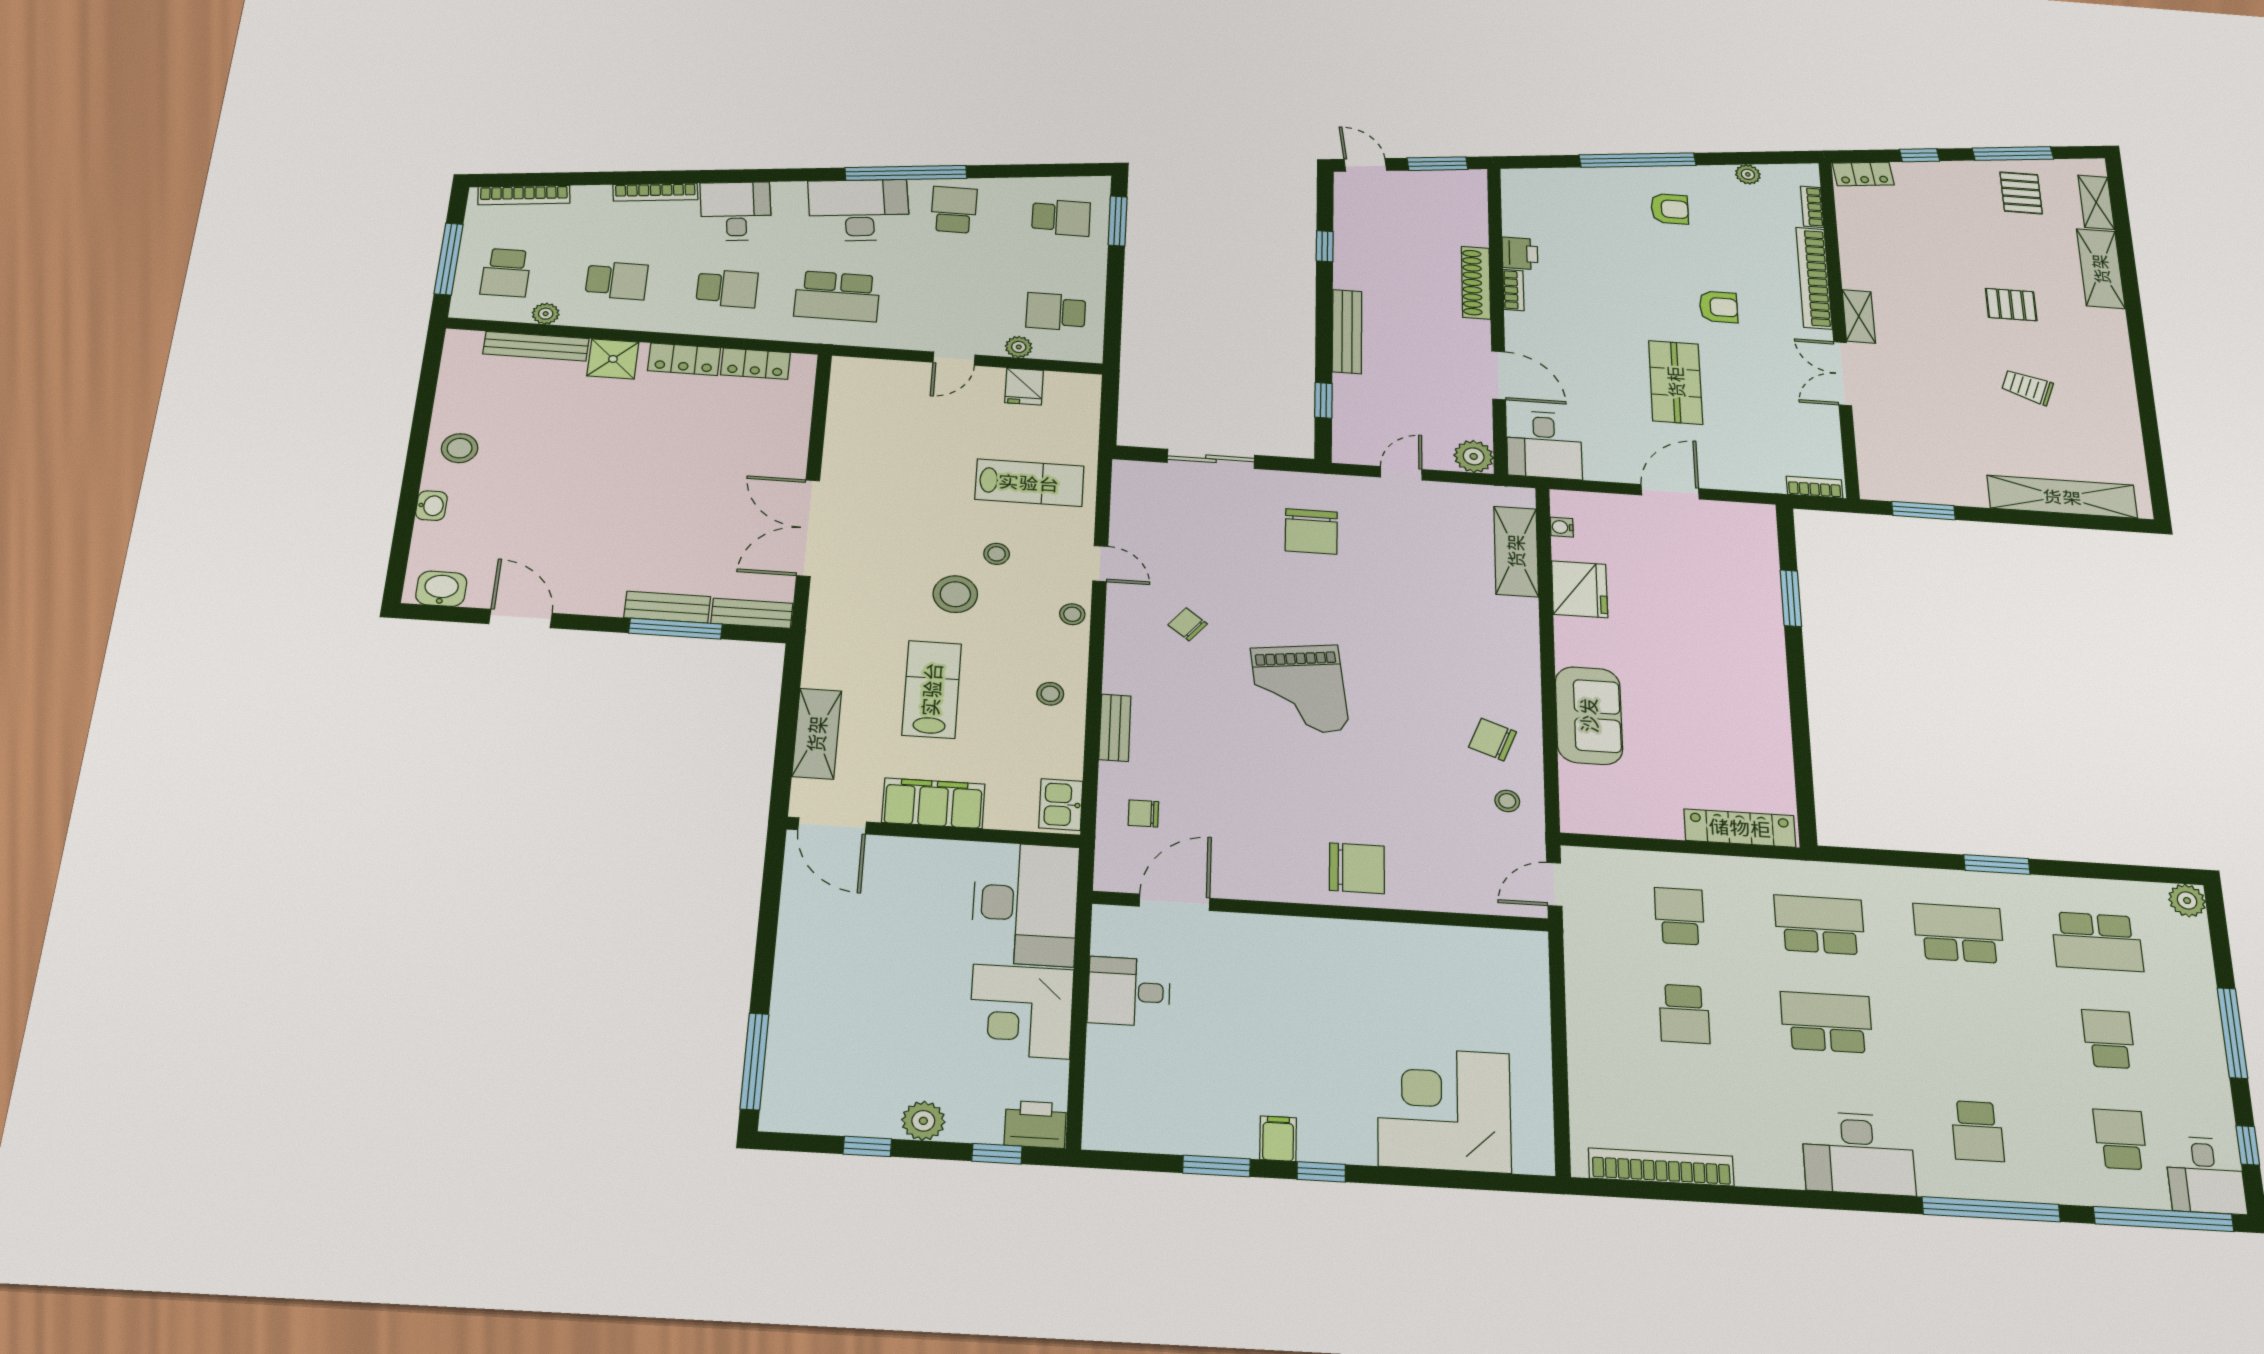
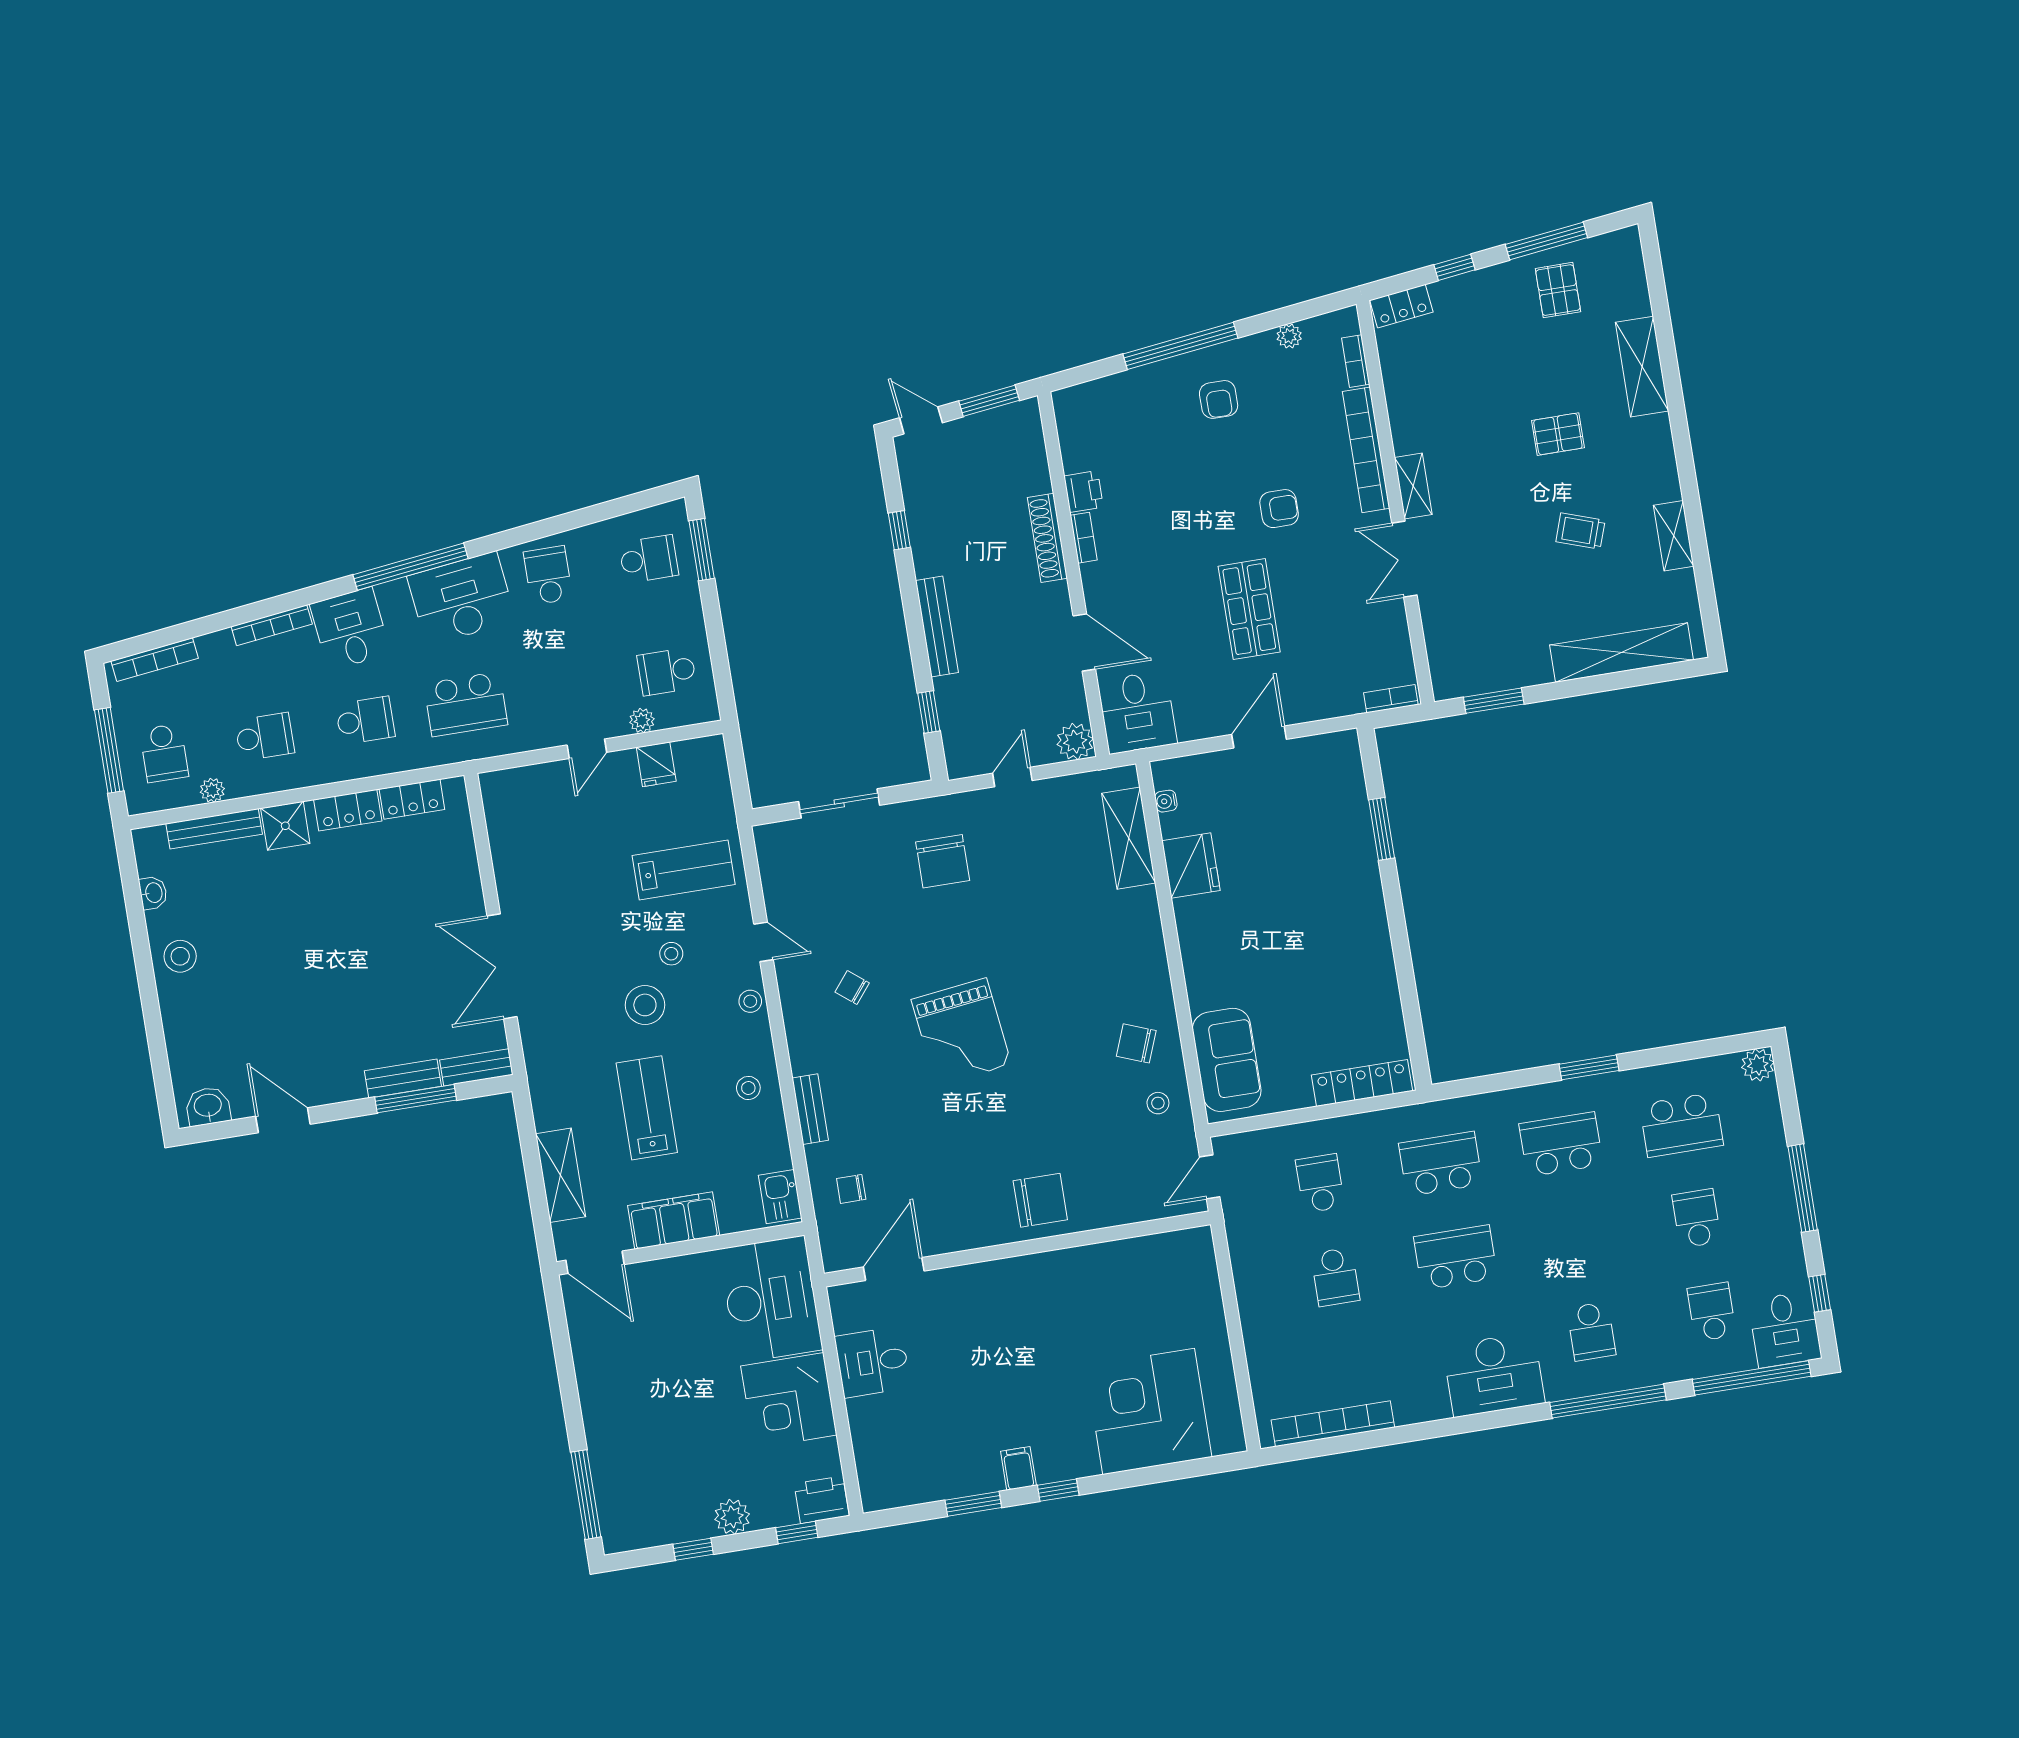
window: (906, 173) -> (411, 567), moved
shelving: (2096, 202) -> (1674, 536), moved
armchair: (1670, 209) -> (1219, 399), turned 90
washbasin: (431, 506) -> (153, 893), moved
sofa: (1589, 715) -> (1227, 1060), moved

